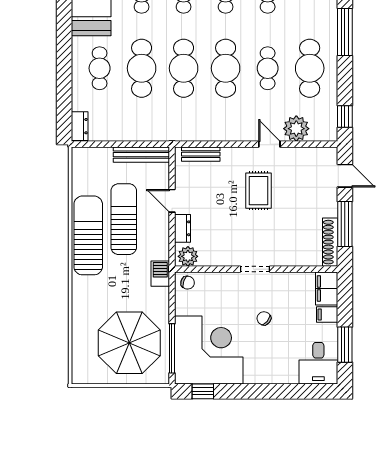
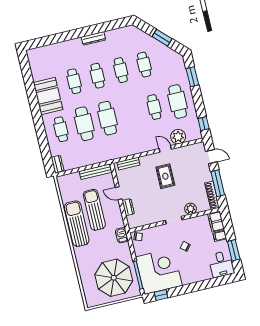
window: (345, 32) -> (192, 77), width x0.69
cafe table: (226, 68) -> (131, 113), removed
plant: (188, 256) -> (190, 209), moved

